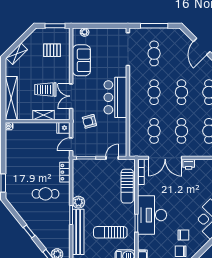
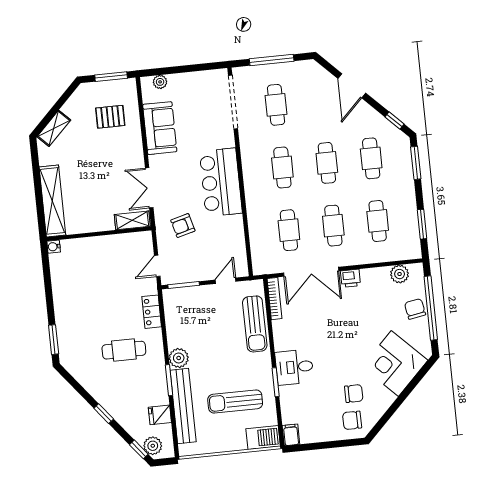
trolley: (45, 90) -> (106, 181), removed
shelving: (44, 115) -> (132, 220), moved
fridge: (63, 128) -> (160, 415), moved
desk: (152, 215) -> (294, 367), width x0.53, depth x0.77

